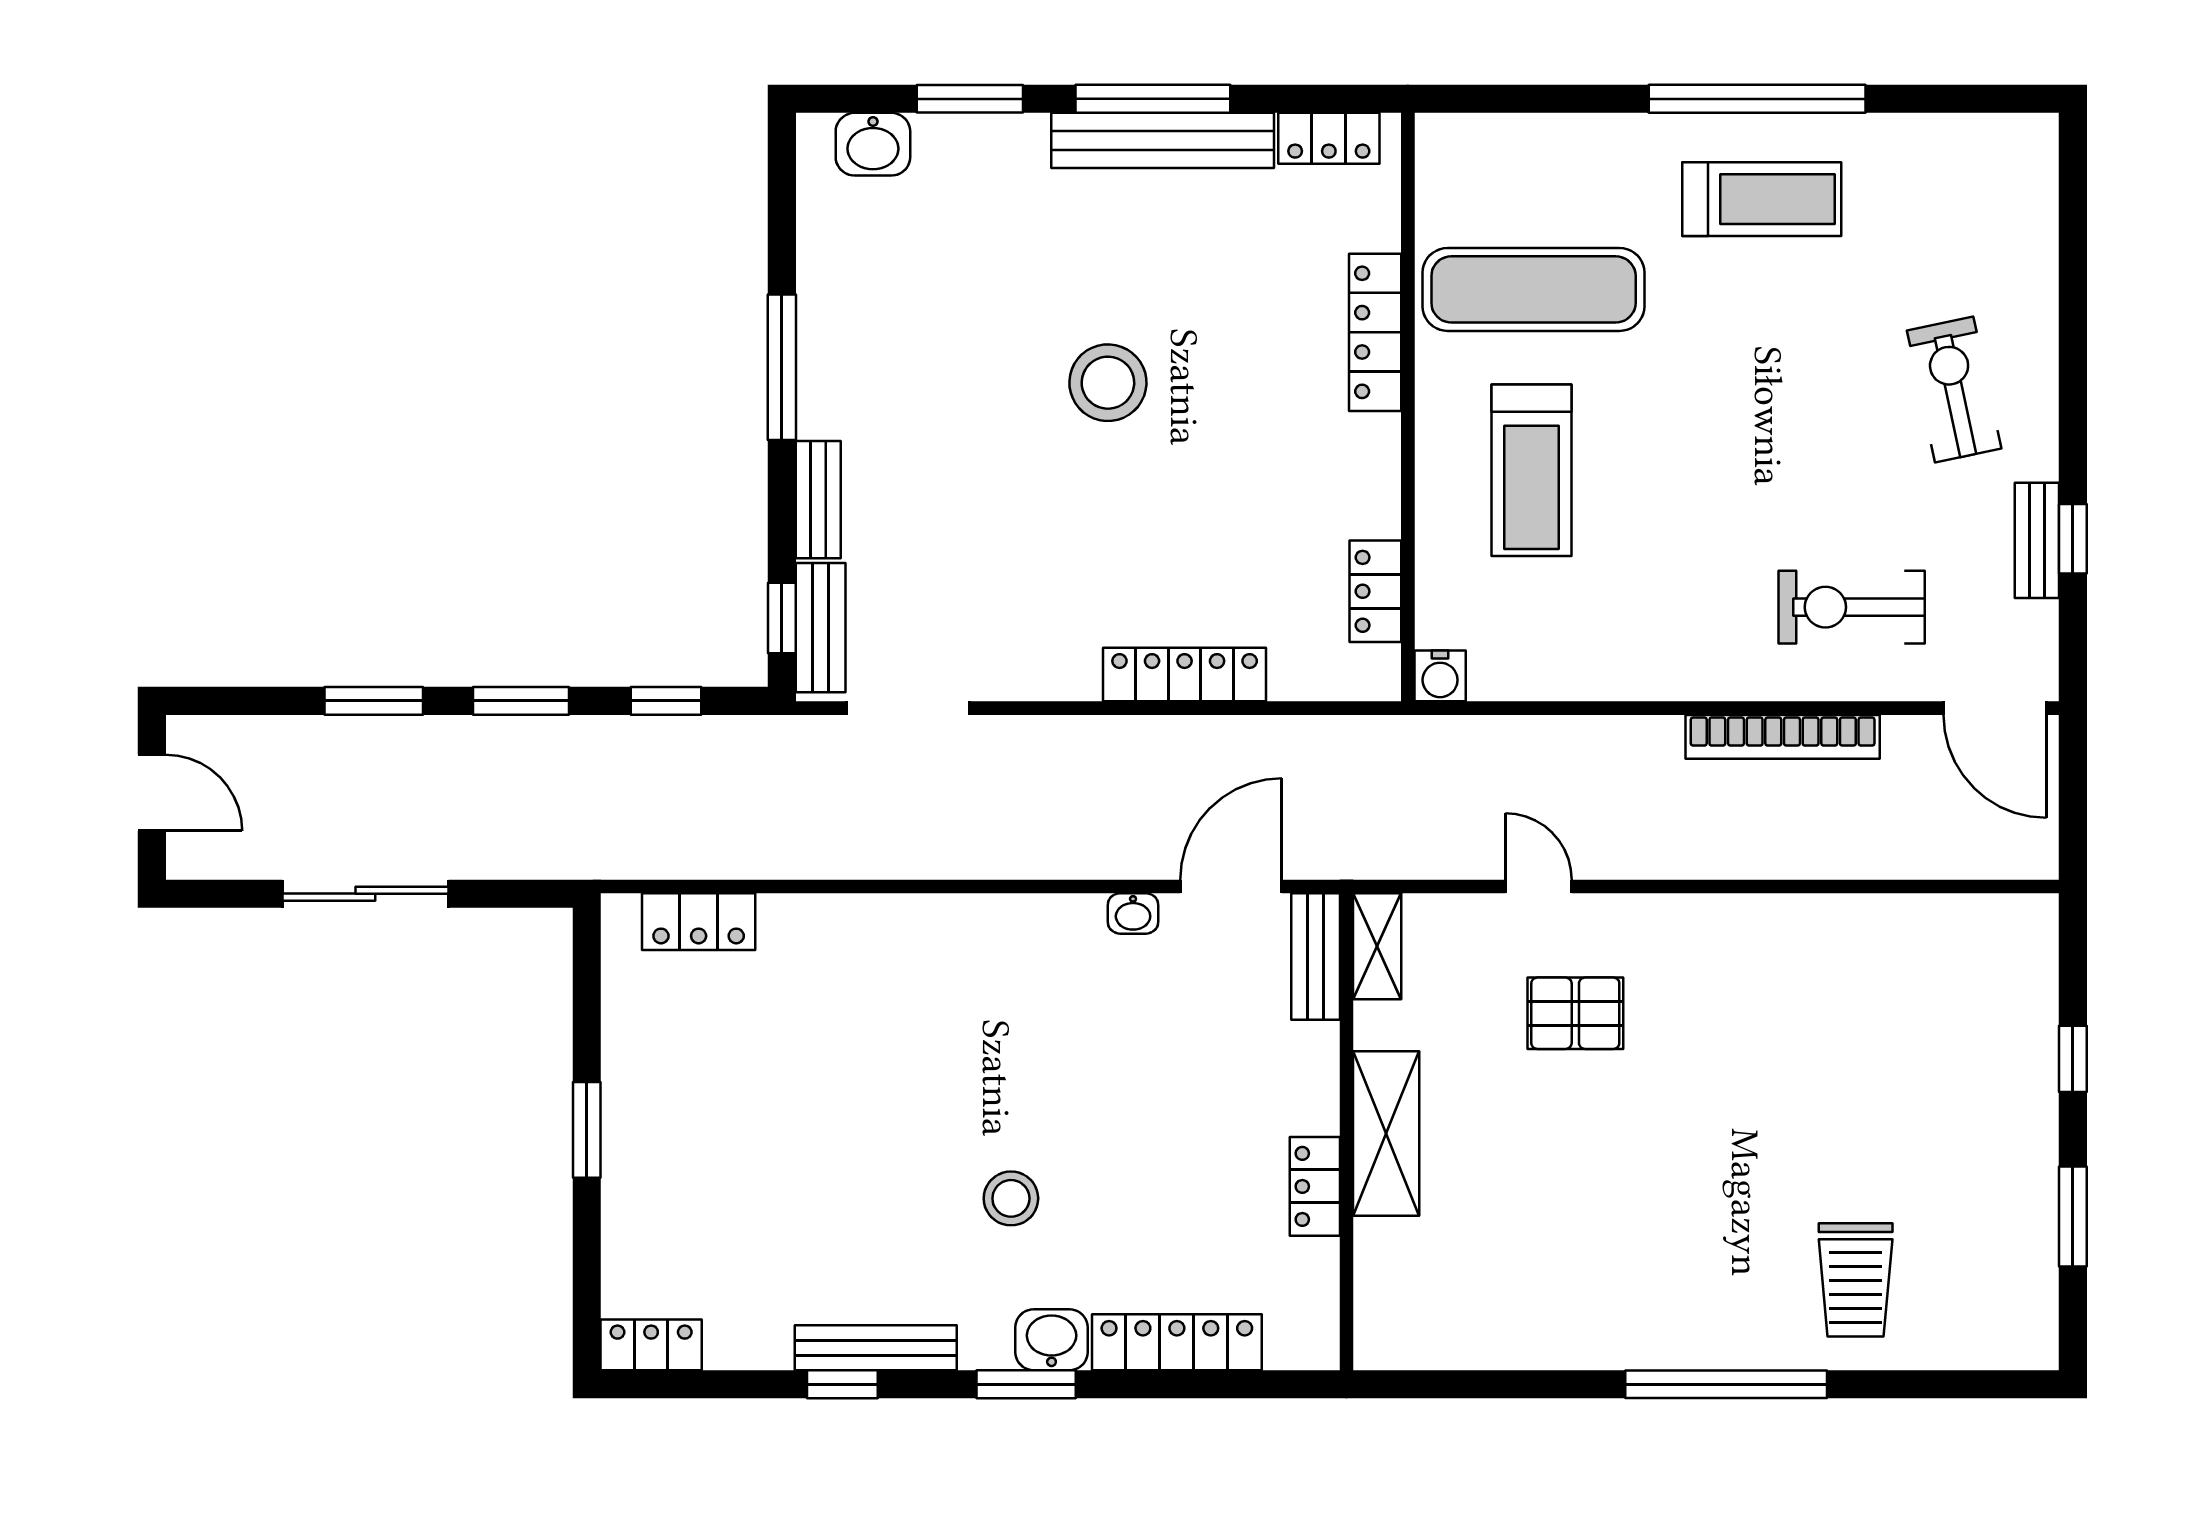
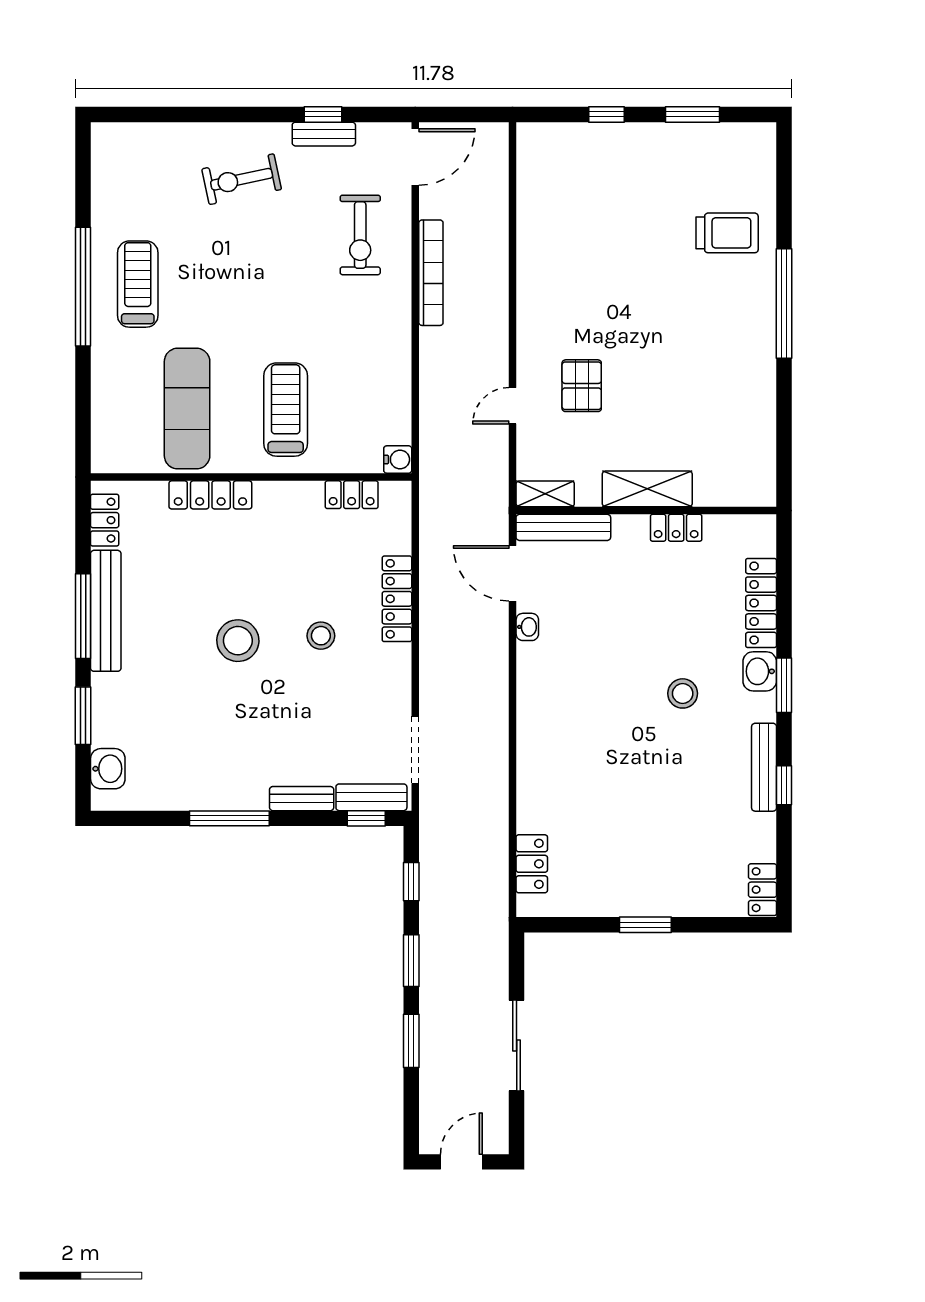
treadmill: (1532, 470) -> (286, 410), turned -90
stool: (1117, 535) -> (321, 636), added
bench: (1316, 957) -> (563, 527), width x1.36

